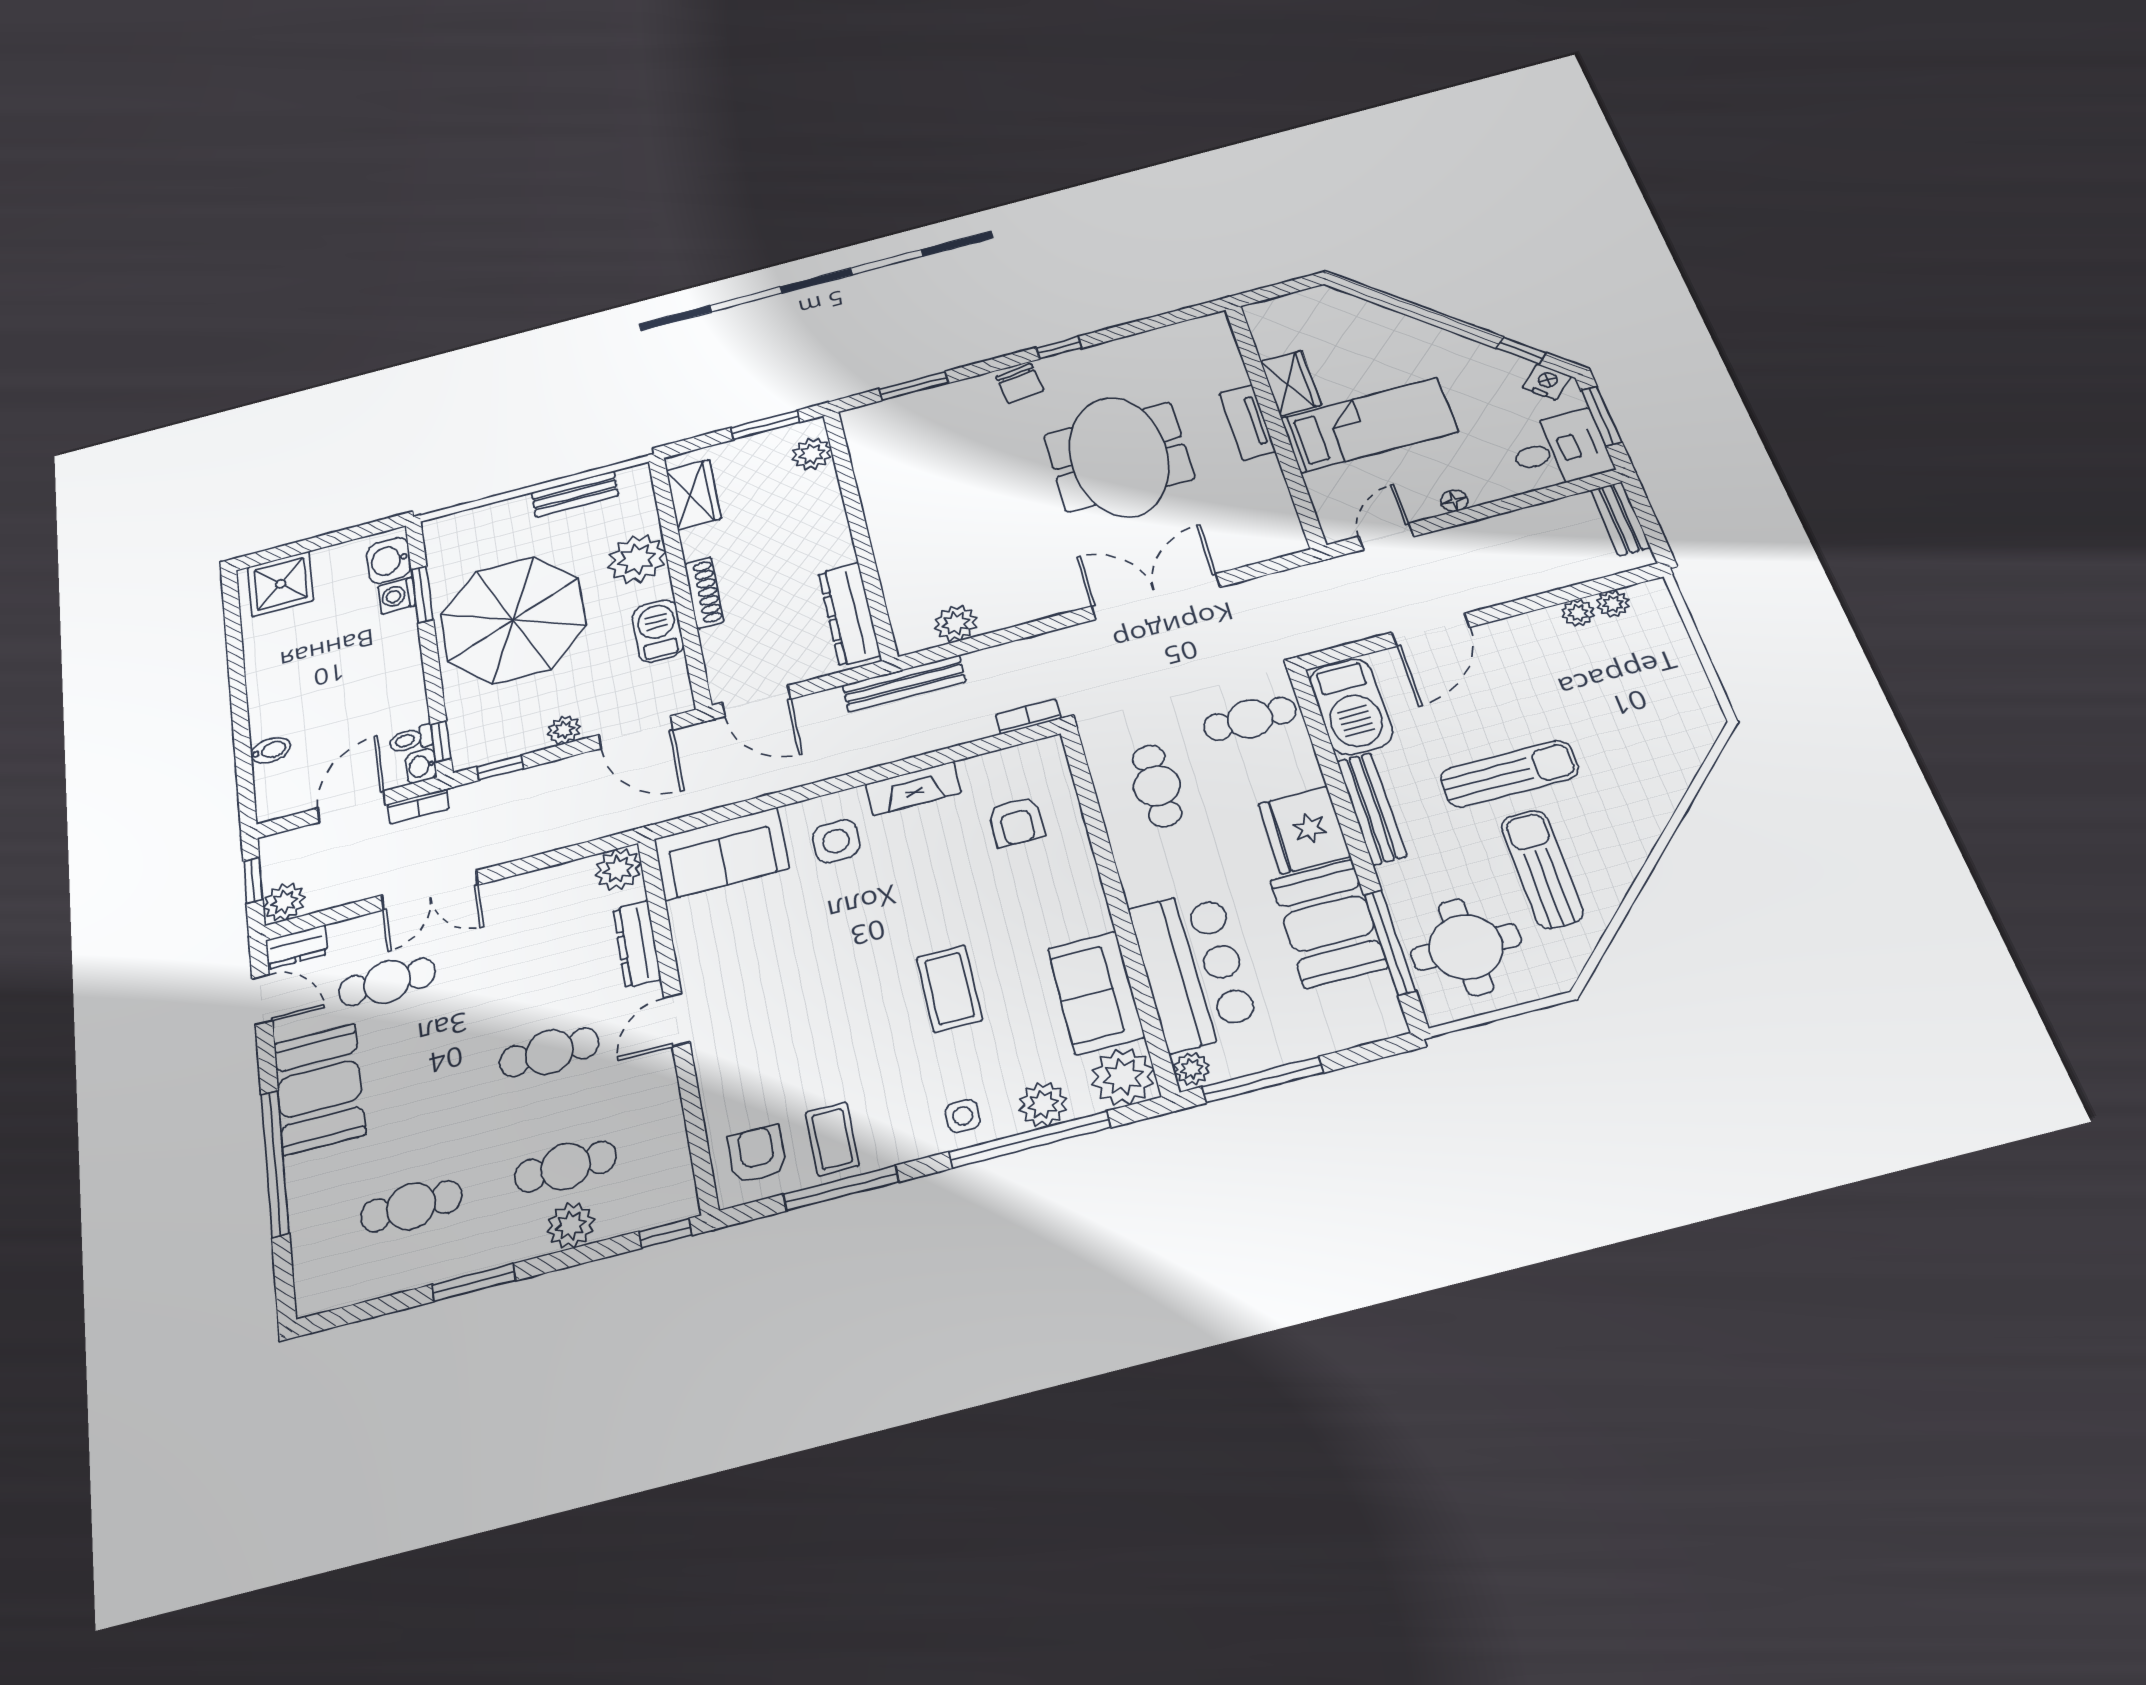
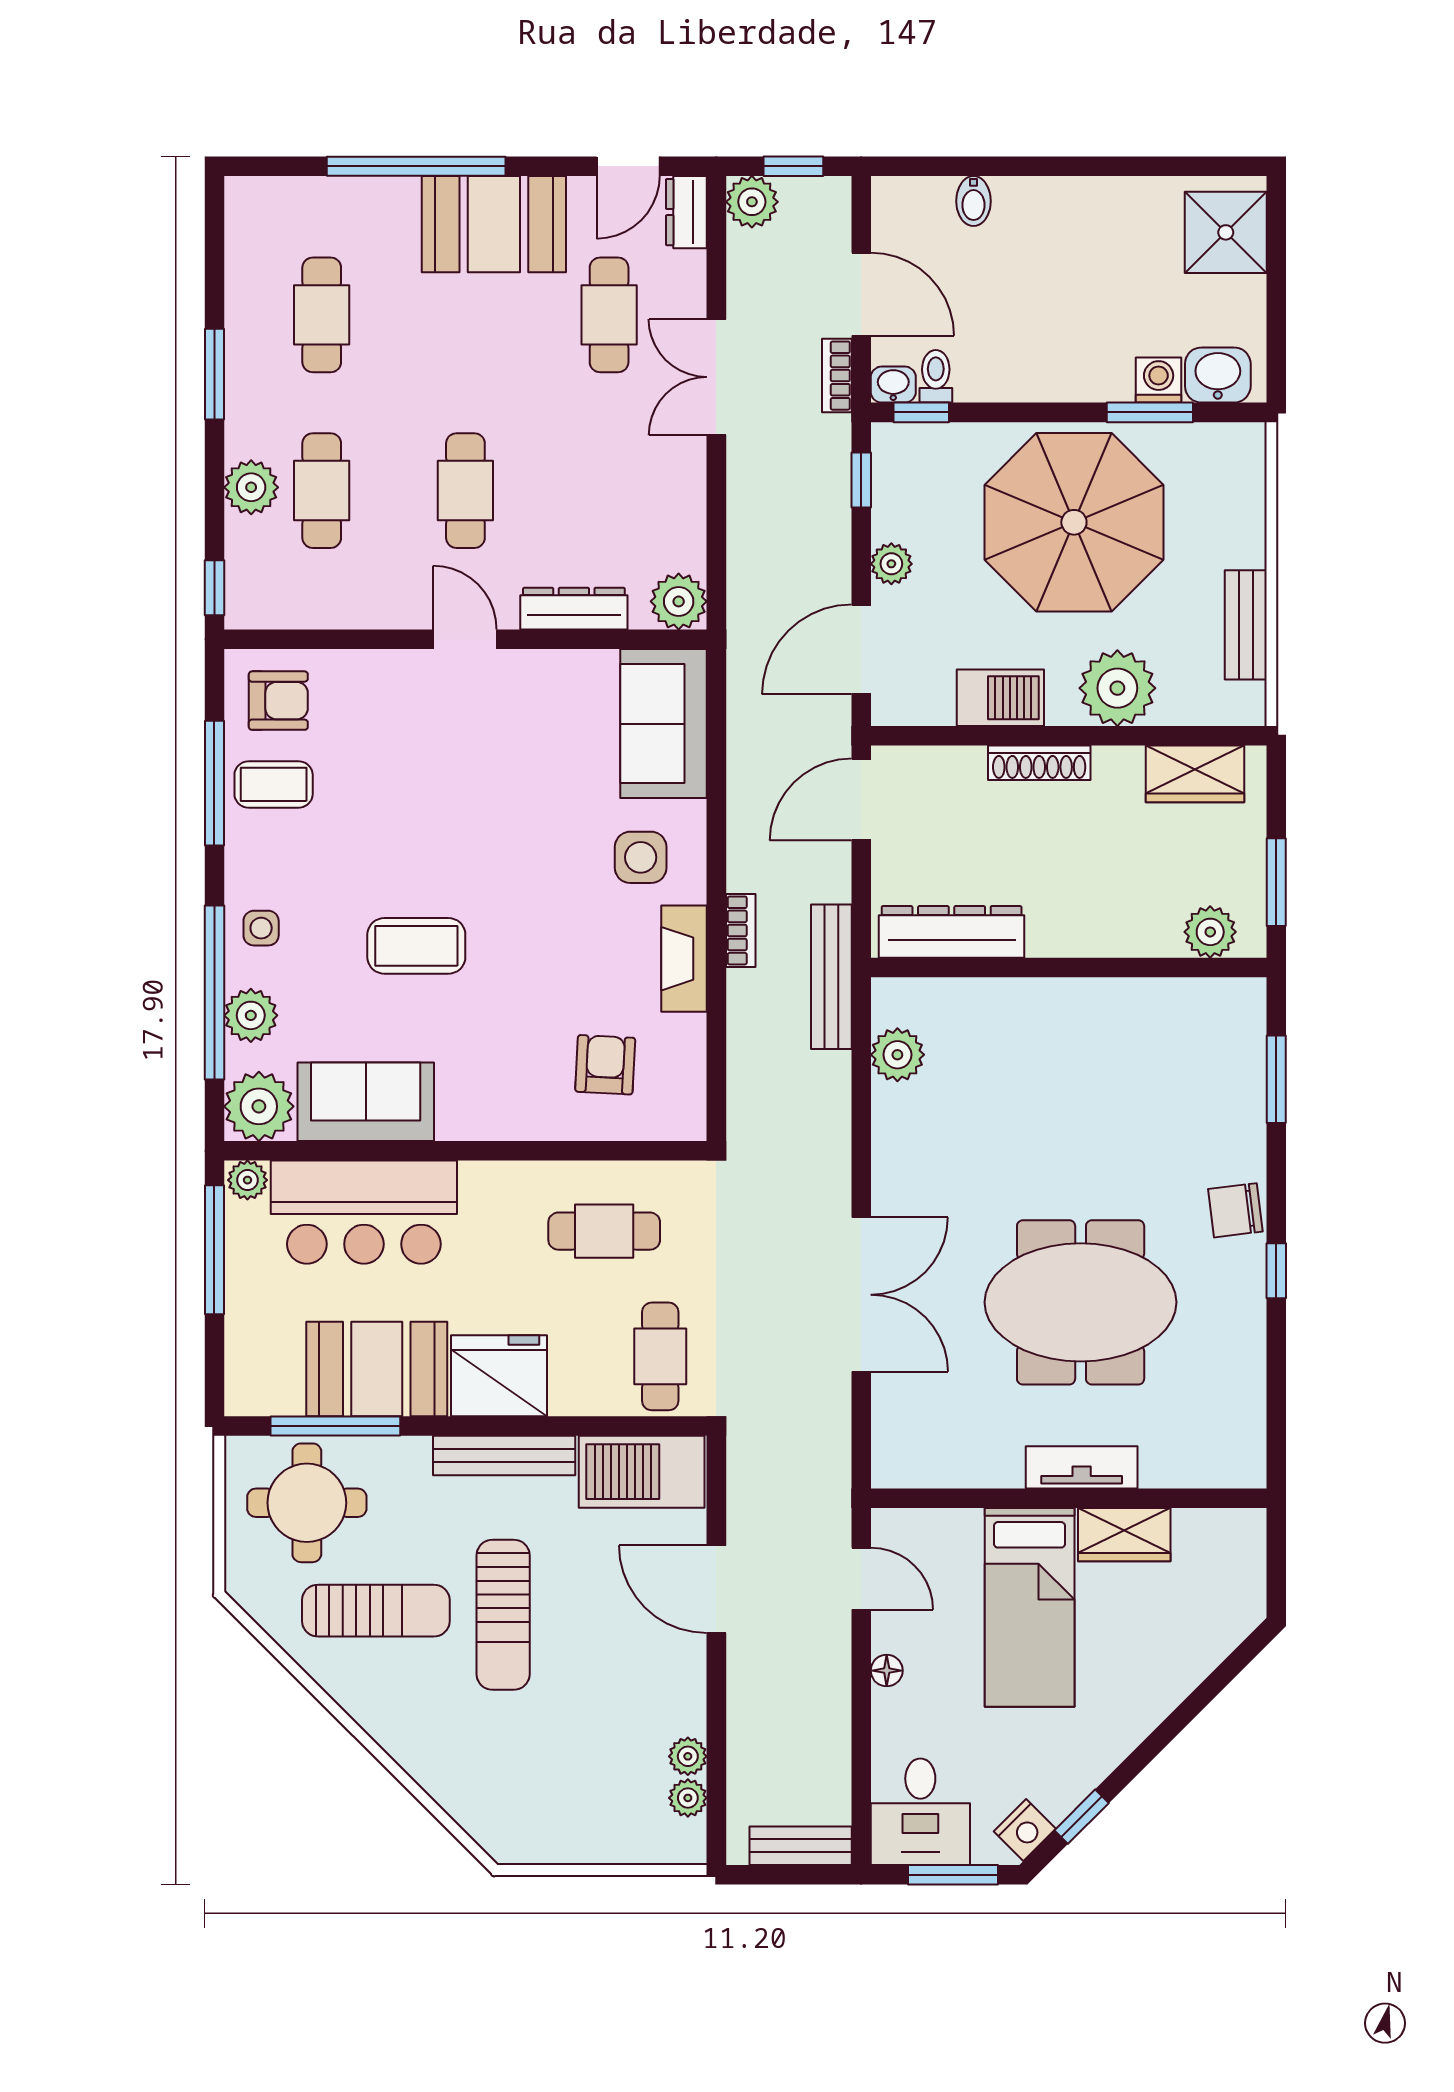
bookcase: (1028, 717) -> (741, 930), moved
armchair: (1016, 821) -> (605, 1065), turned 93

